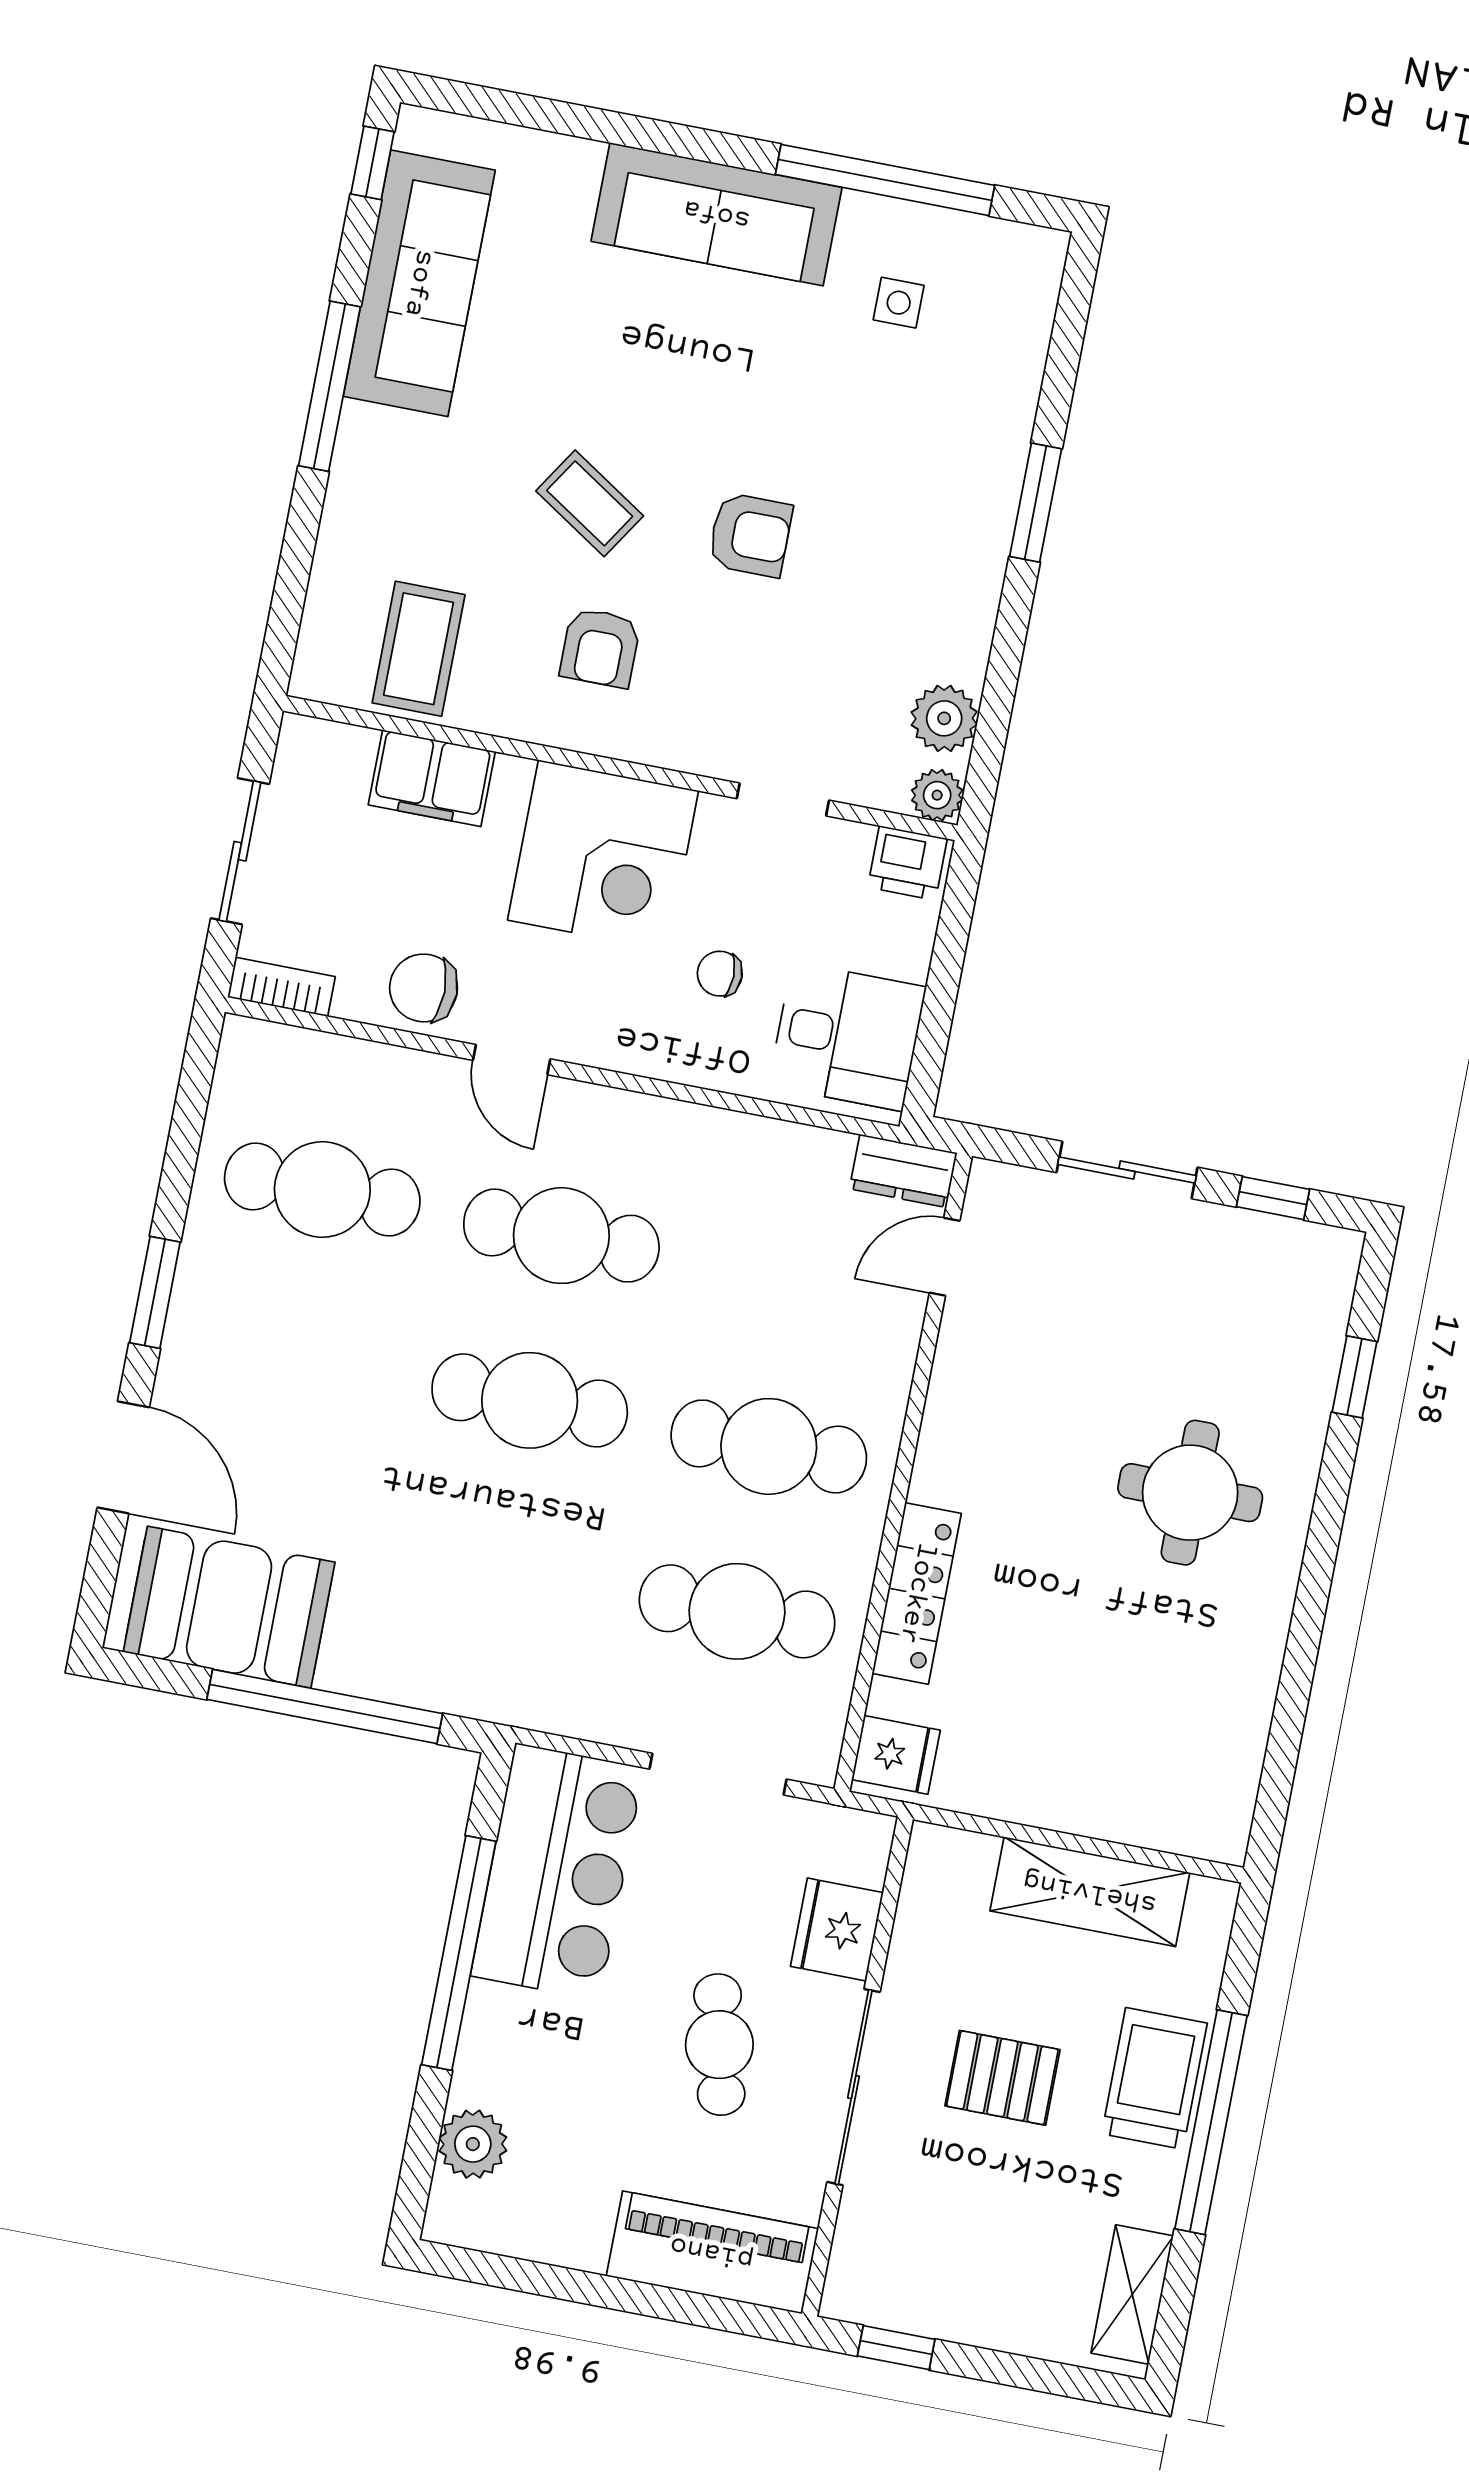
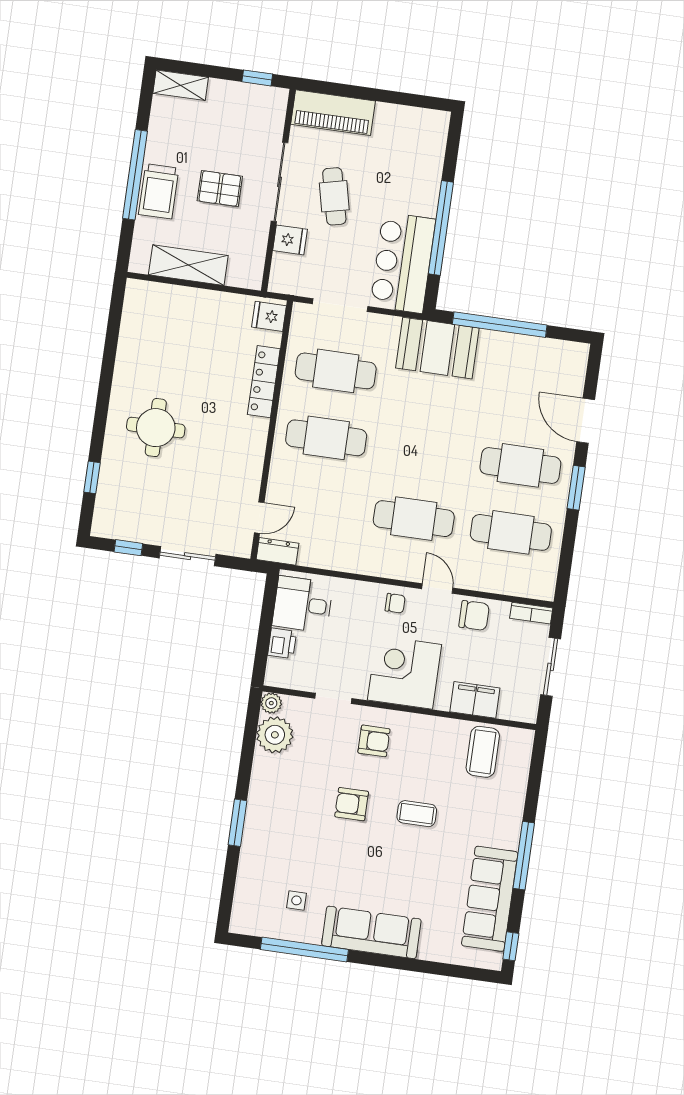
coffee table: (590, 503) -> (417, 814), turned -33
armchair: (600, 648) -> (374, 741), moved, turned 90
plant: (944, 718) -> (275, 735), width x1.36, depth x1.36
printer: (907, 863) -> (282, 643), moved, turned 90
chair: (720, 974) -> (395, 603), moved
cafe table: (530, 1400) -> (520, 465), moved
booth: (229, 1607) -> (437, 348), moved
fridge: (837, 1930) -> (290, 240), width x0.72
plant: (473, 2144) -> (431, 151), removed
shelving: (1132, 2294) -> (181, 85), moved, turned 90

